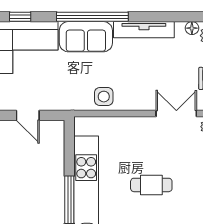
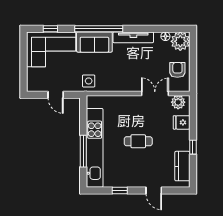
side table: (104, 97) -> (89, 81), moved

